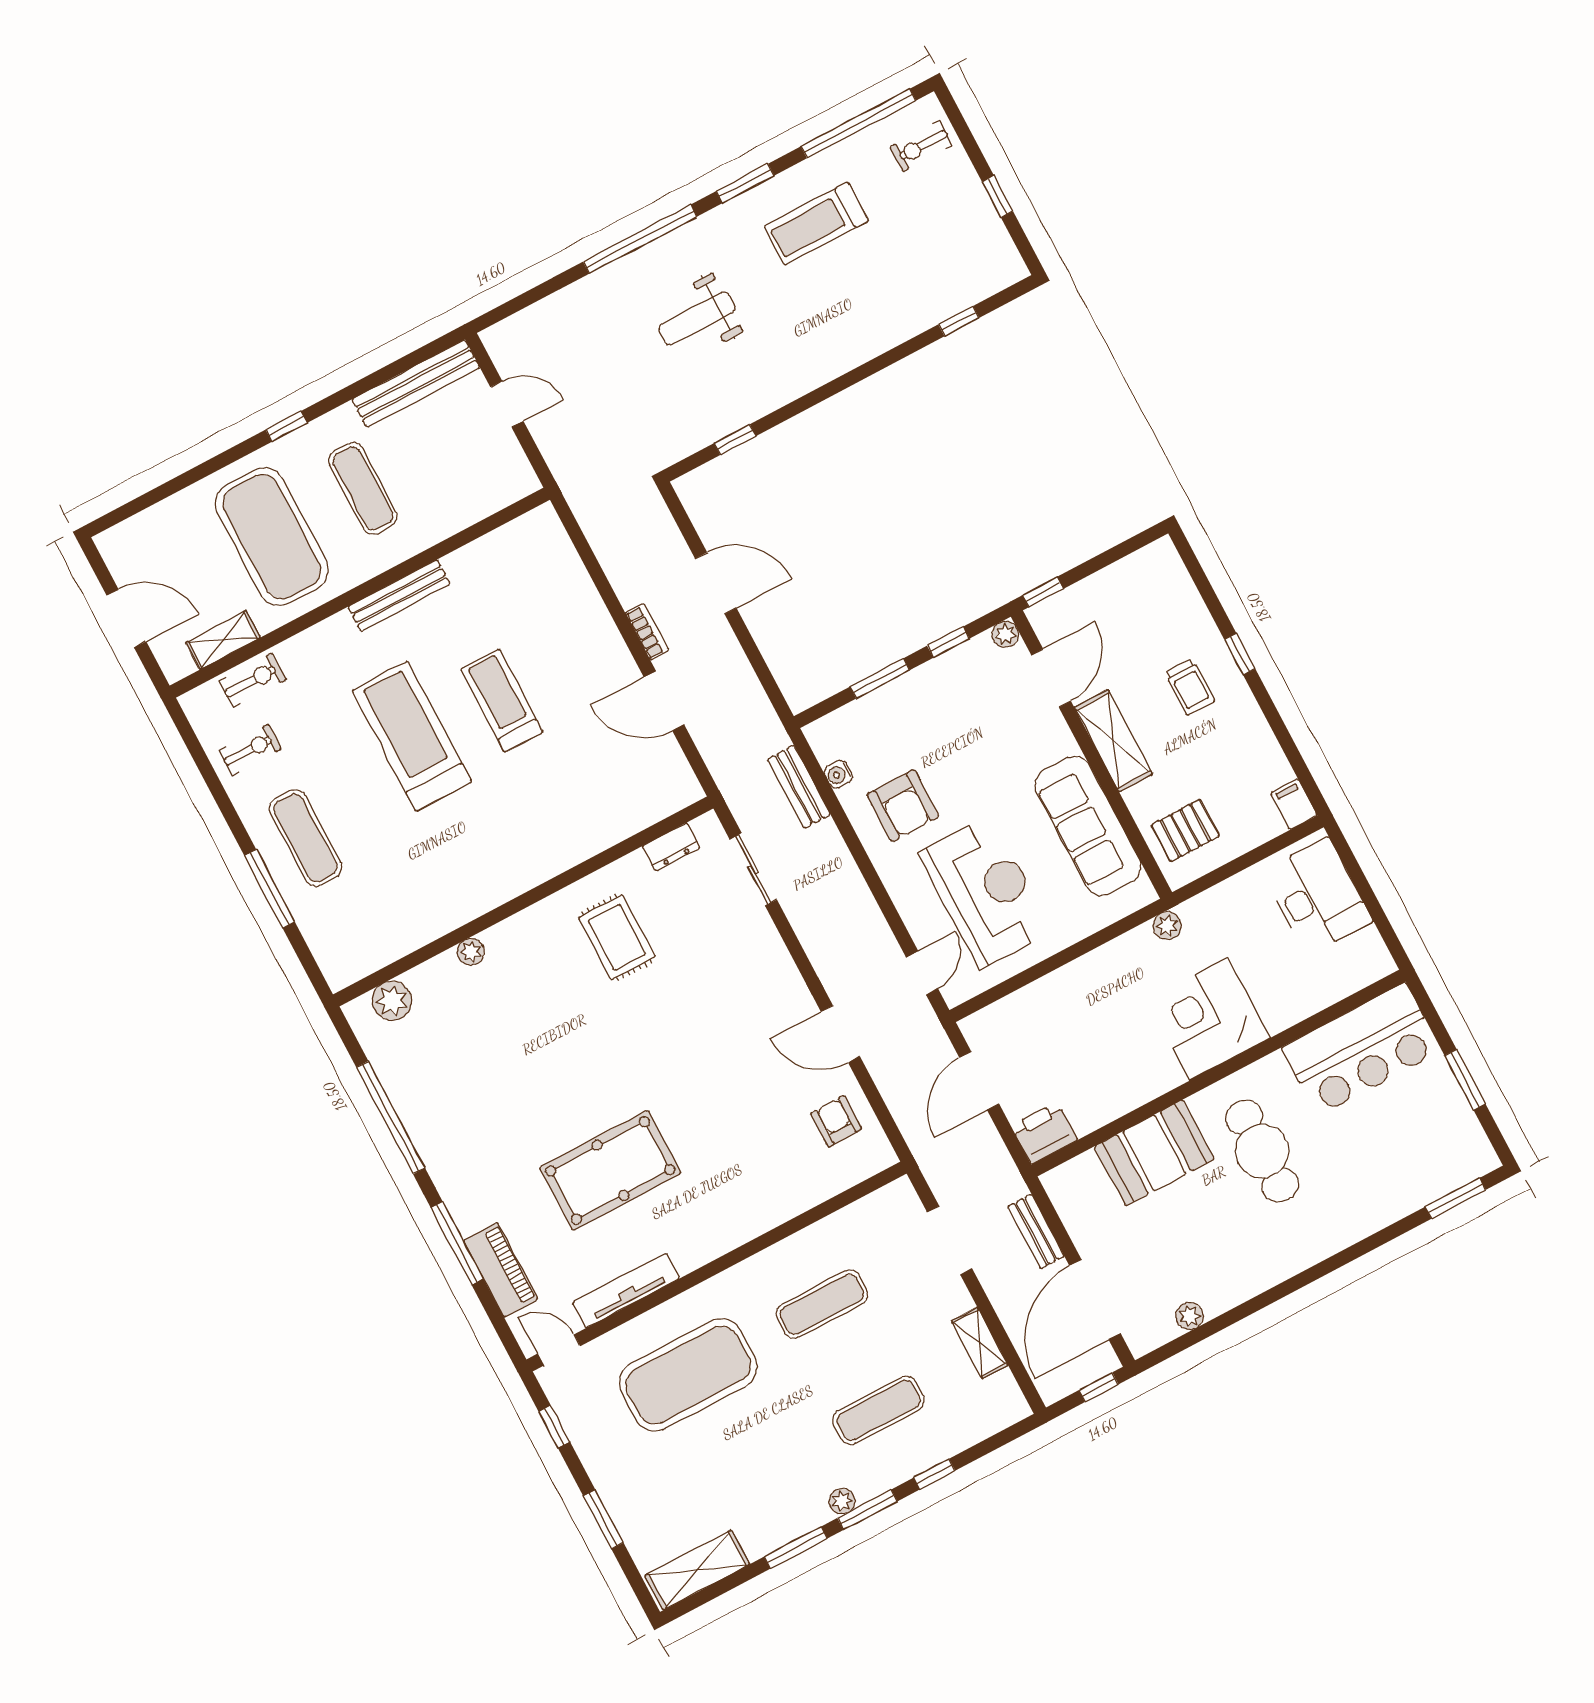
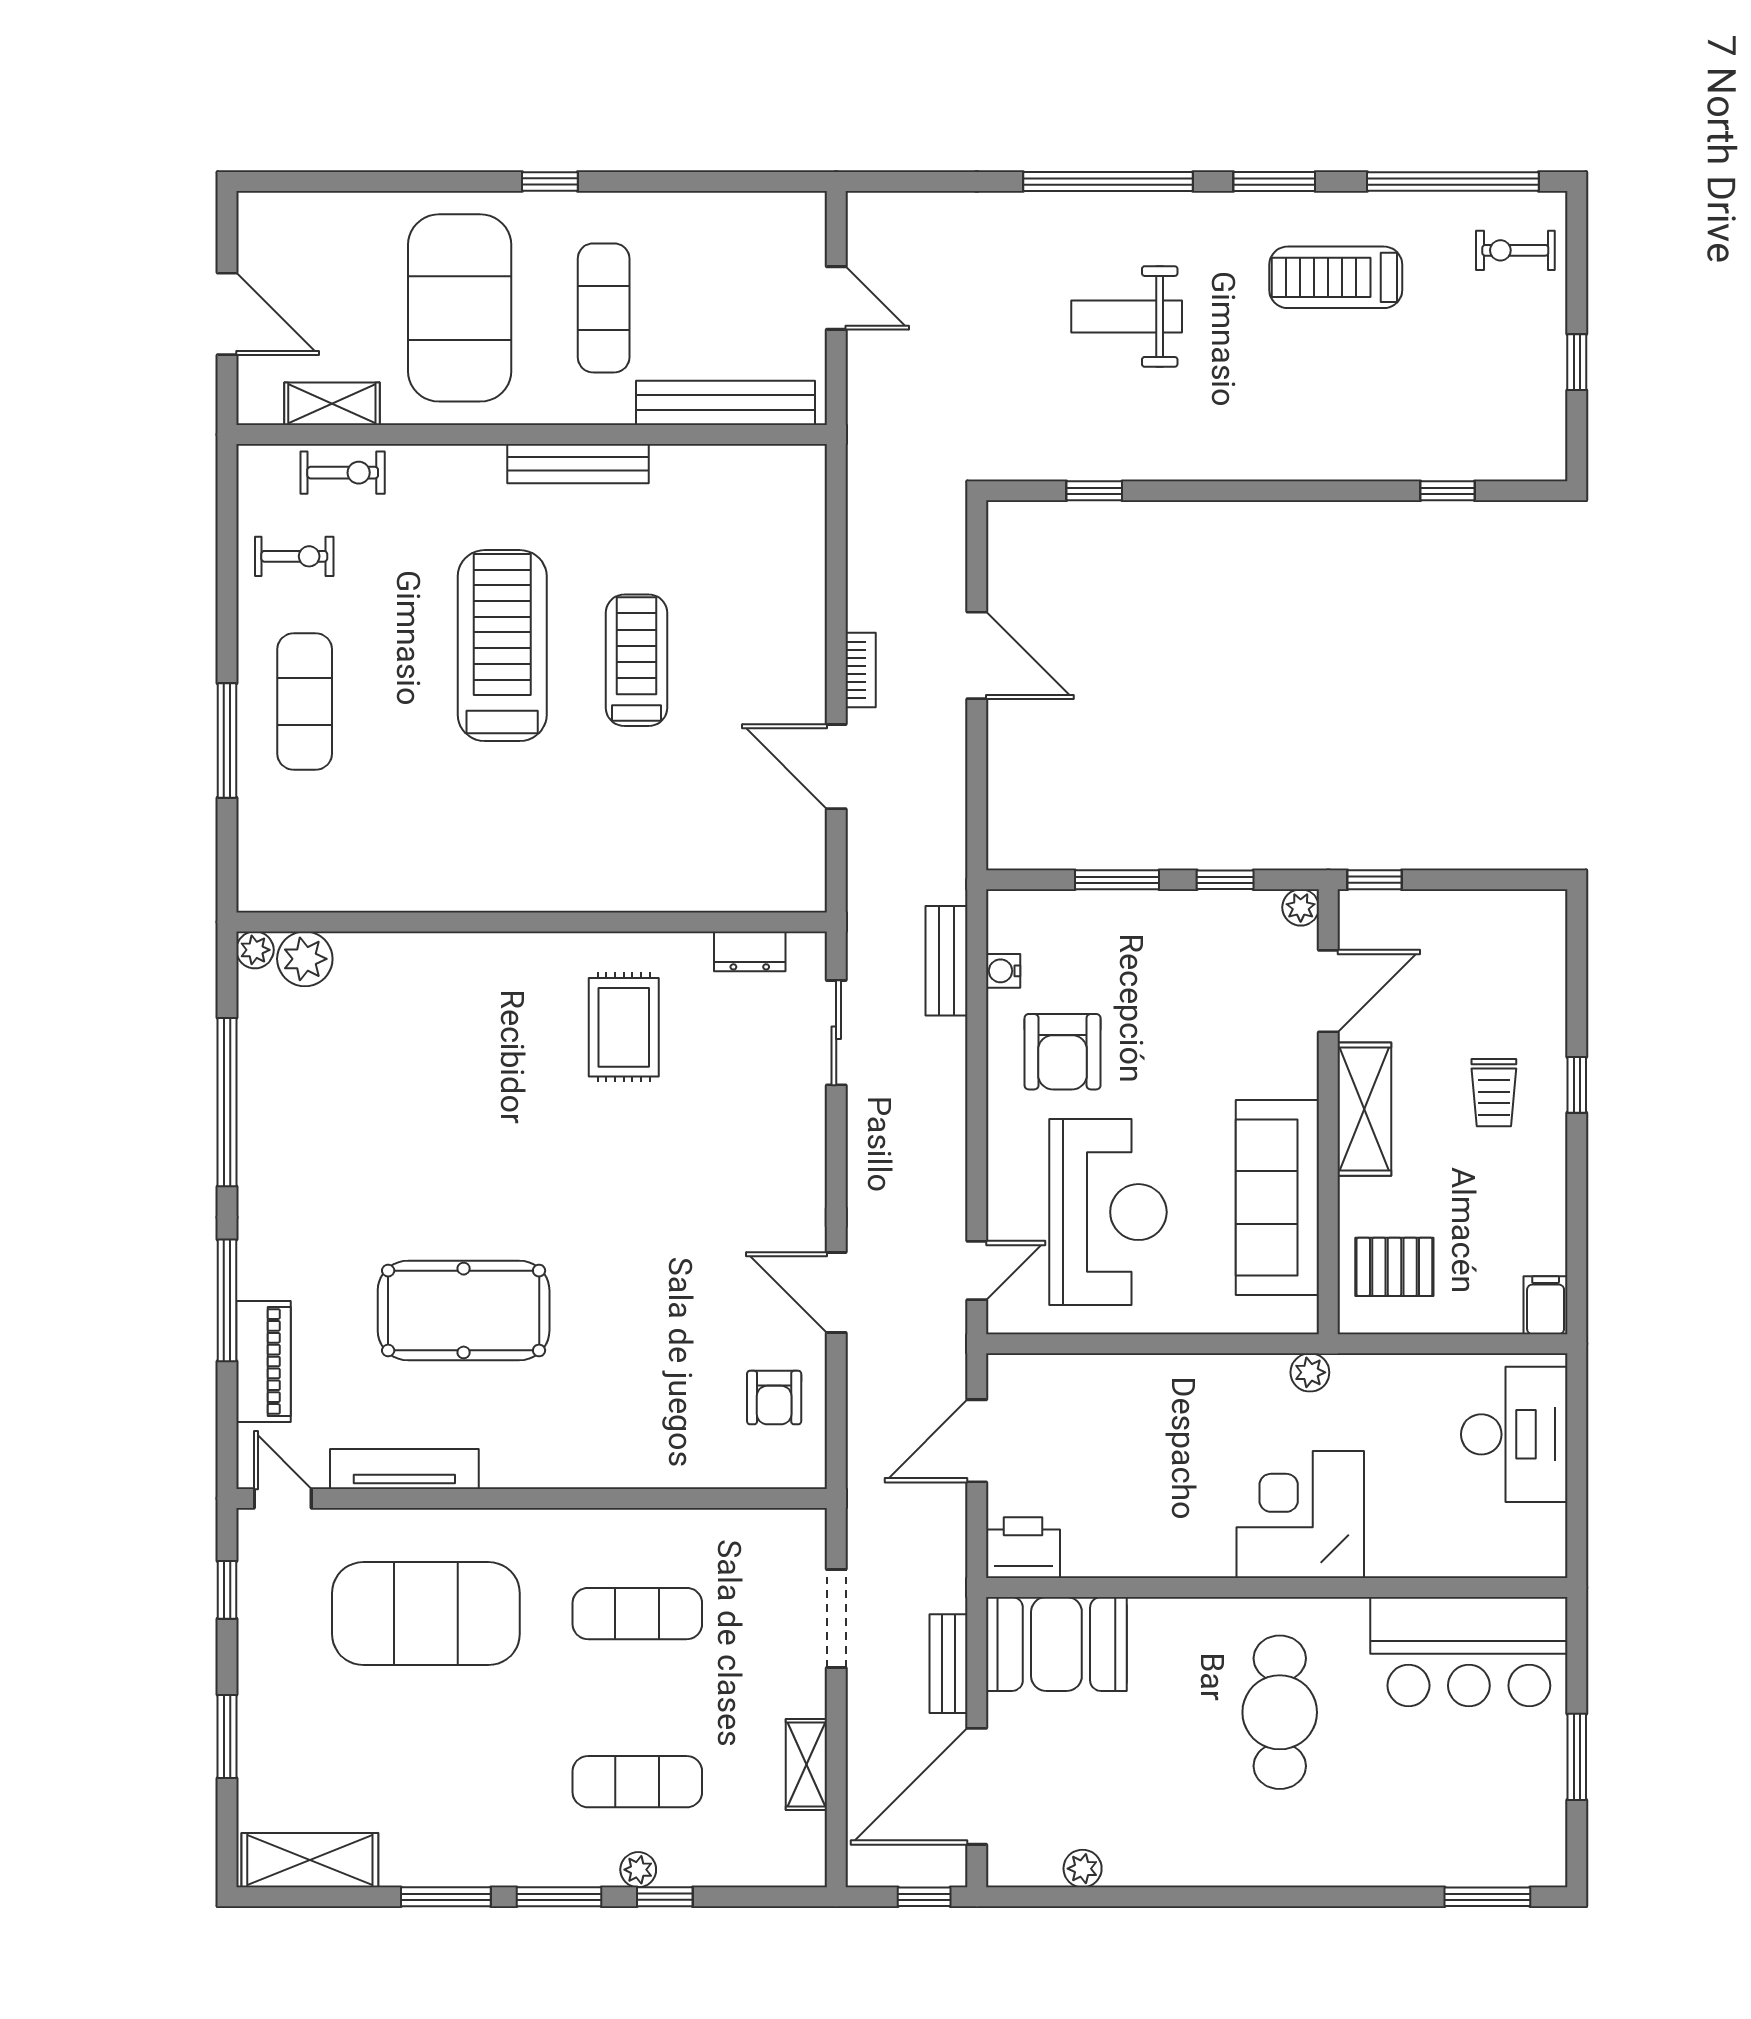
bench: (416, 383) -> (725, 403), moved
plant: (471, 952) -> (255, 950), moved
armchair: (836, 1121) -> (774, 1398), turned 180
booth: (1154, 1153) -> (1056, 1644), moved
plant: (842, 1501) -> (638, 1870), moved

